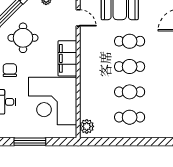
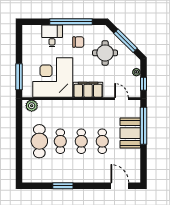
door: (78, 18) -> (122, 99), swing flipped
cafe table: (130, 117) -> (39, 141), width x1.37, depth x1.35
window: (30, 142) -> (19, 77), moved

